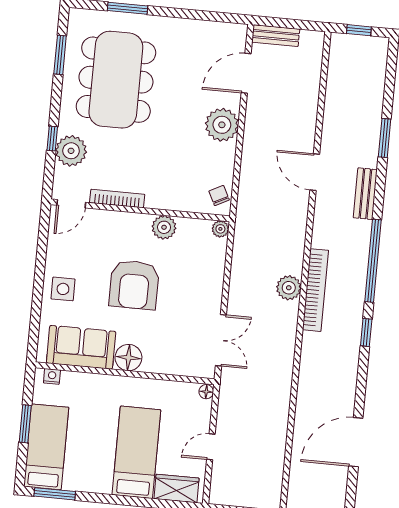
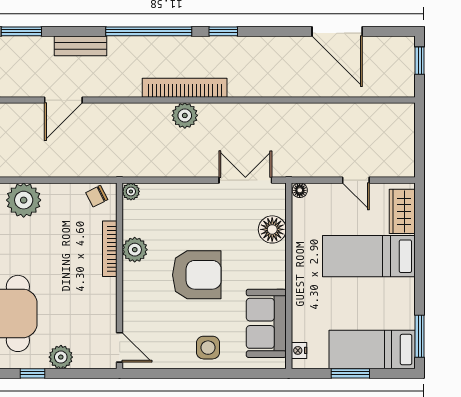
window: (52, 139) -> (33, 373), moved
plant: (71, 151) -> (61, 357), width x0.73, depth x0.73
bookcase: (117, 199) -> (110, 249), moved
floor lamp: (128, 358) -> (272, 229), moved

